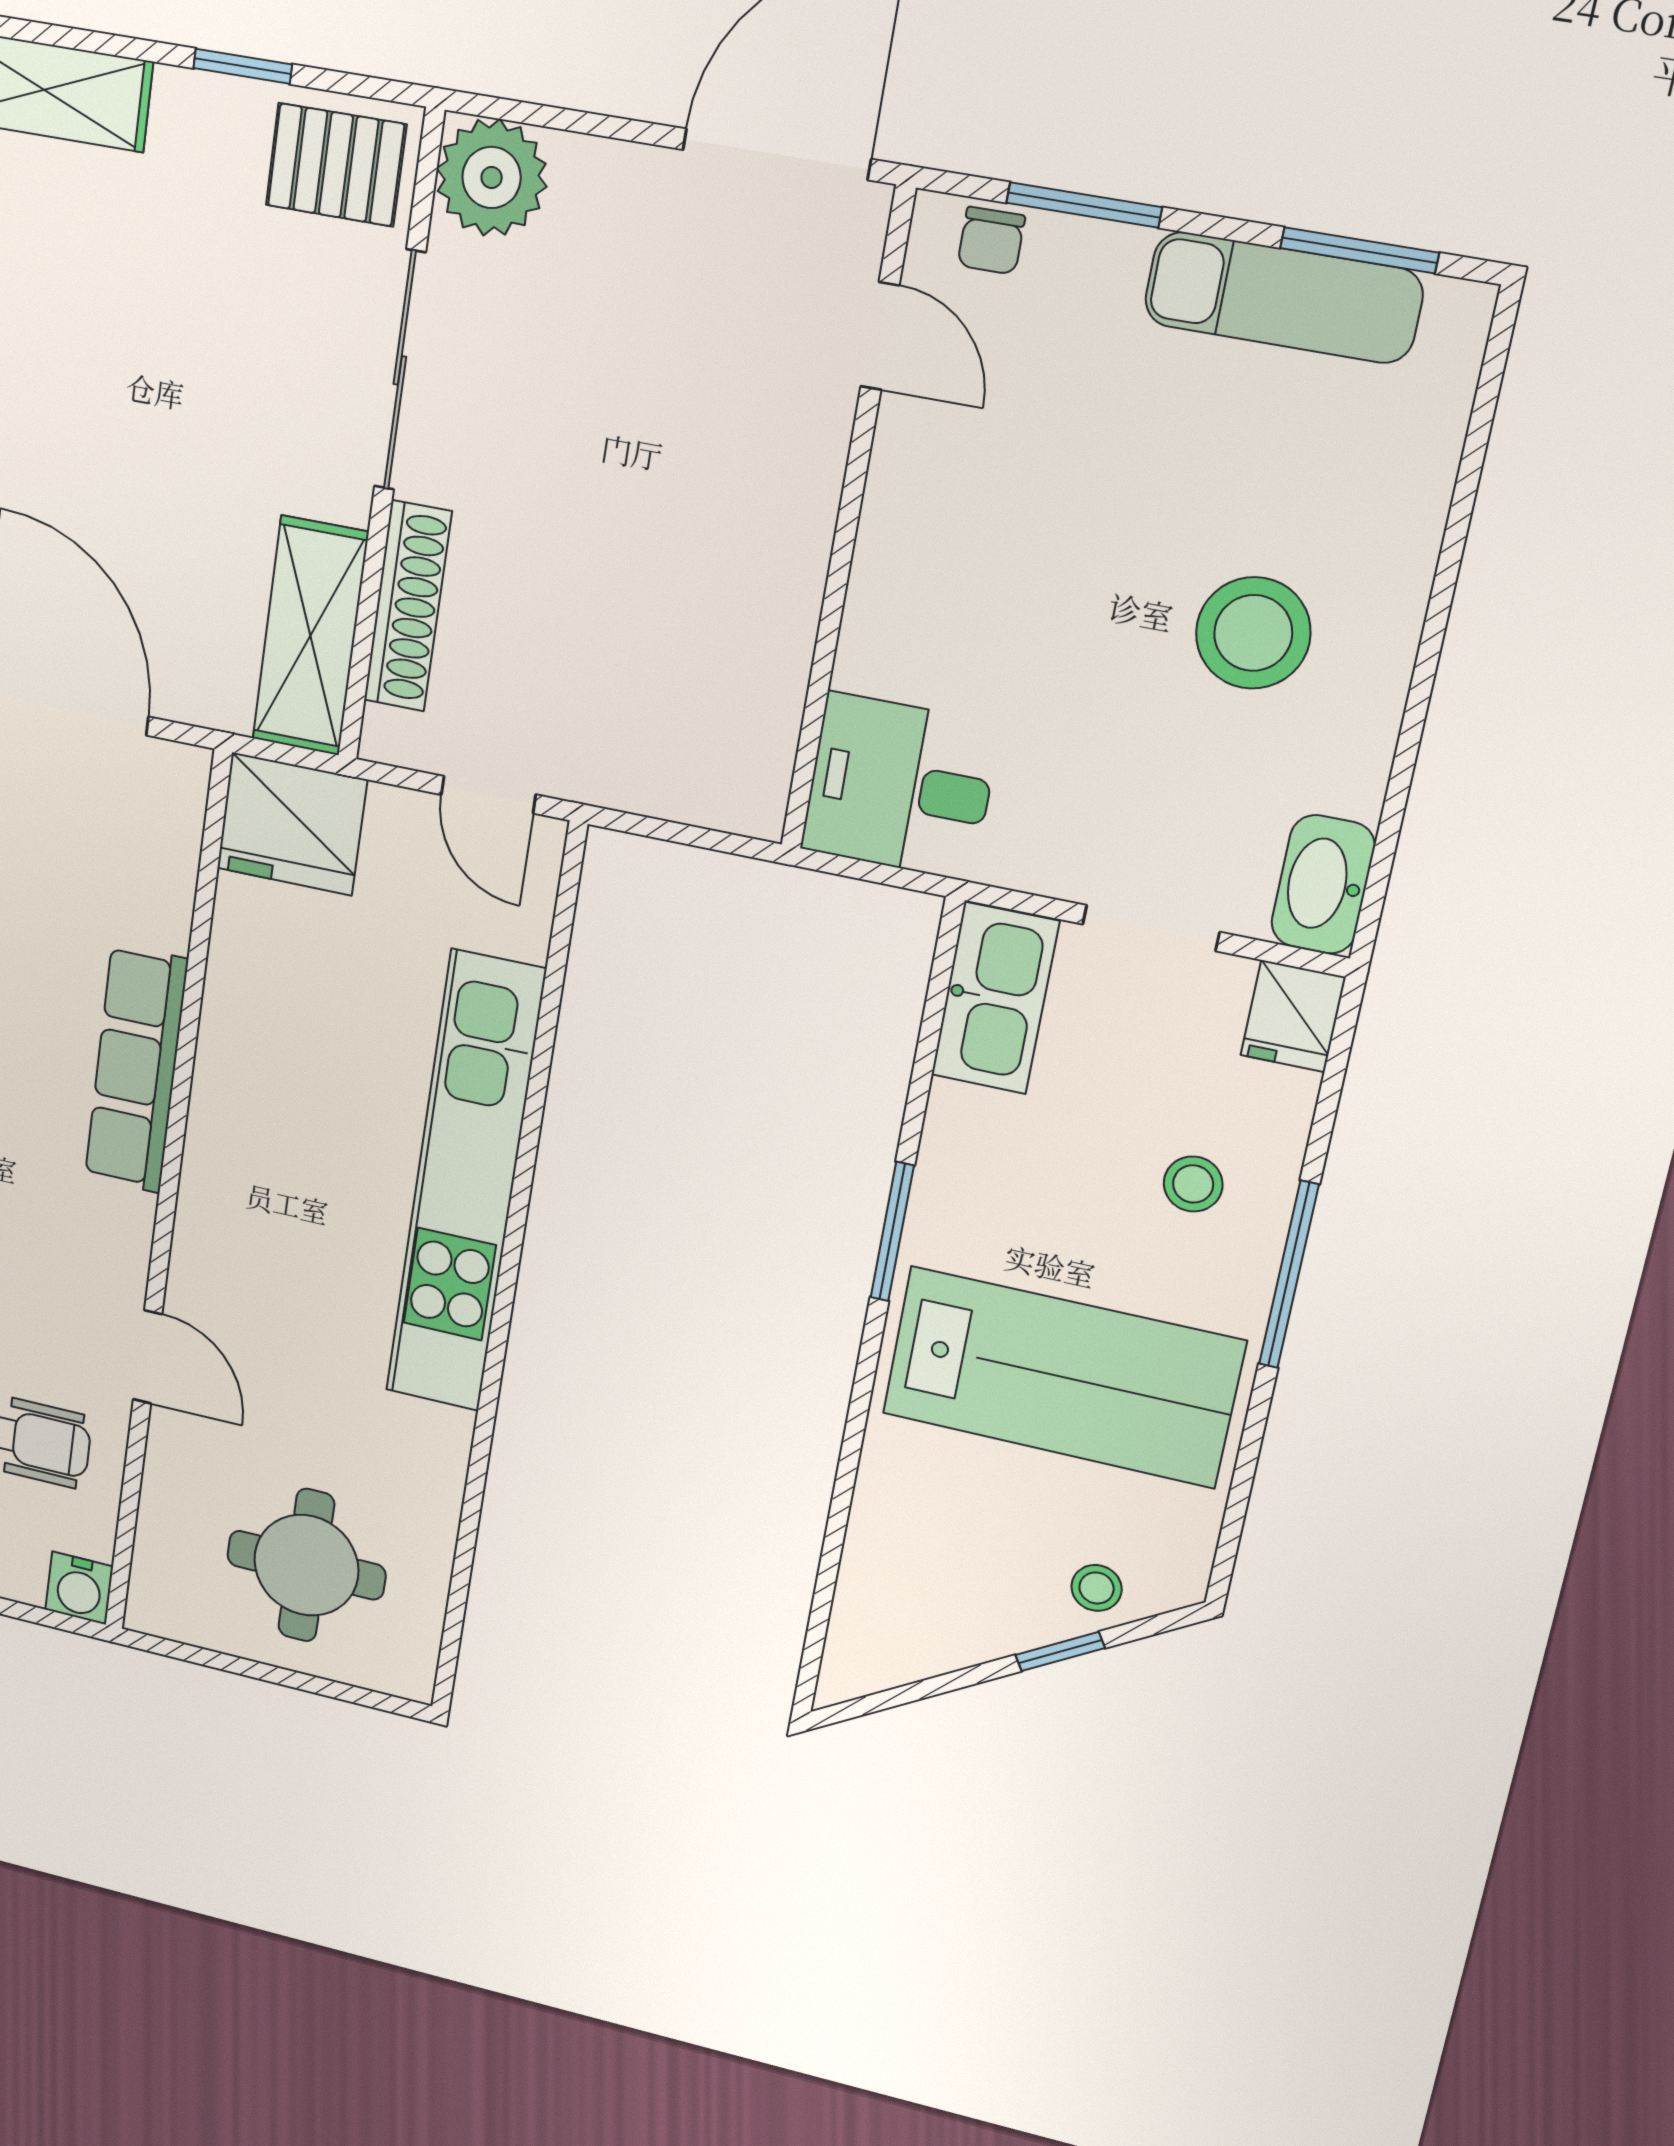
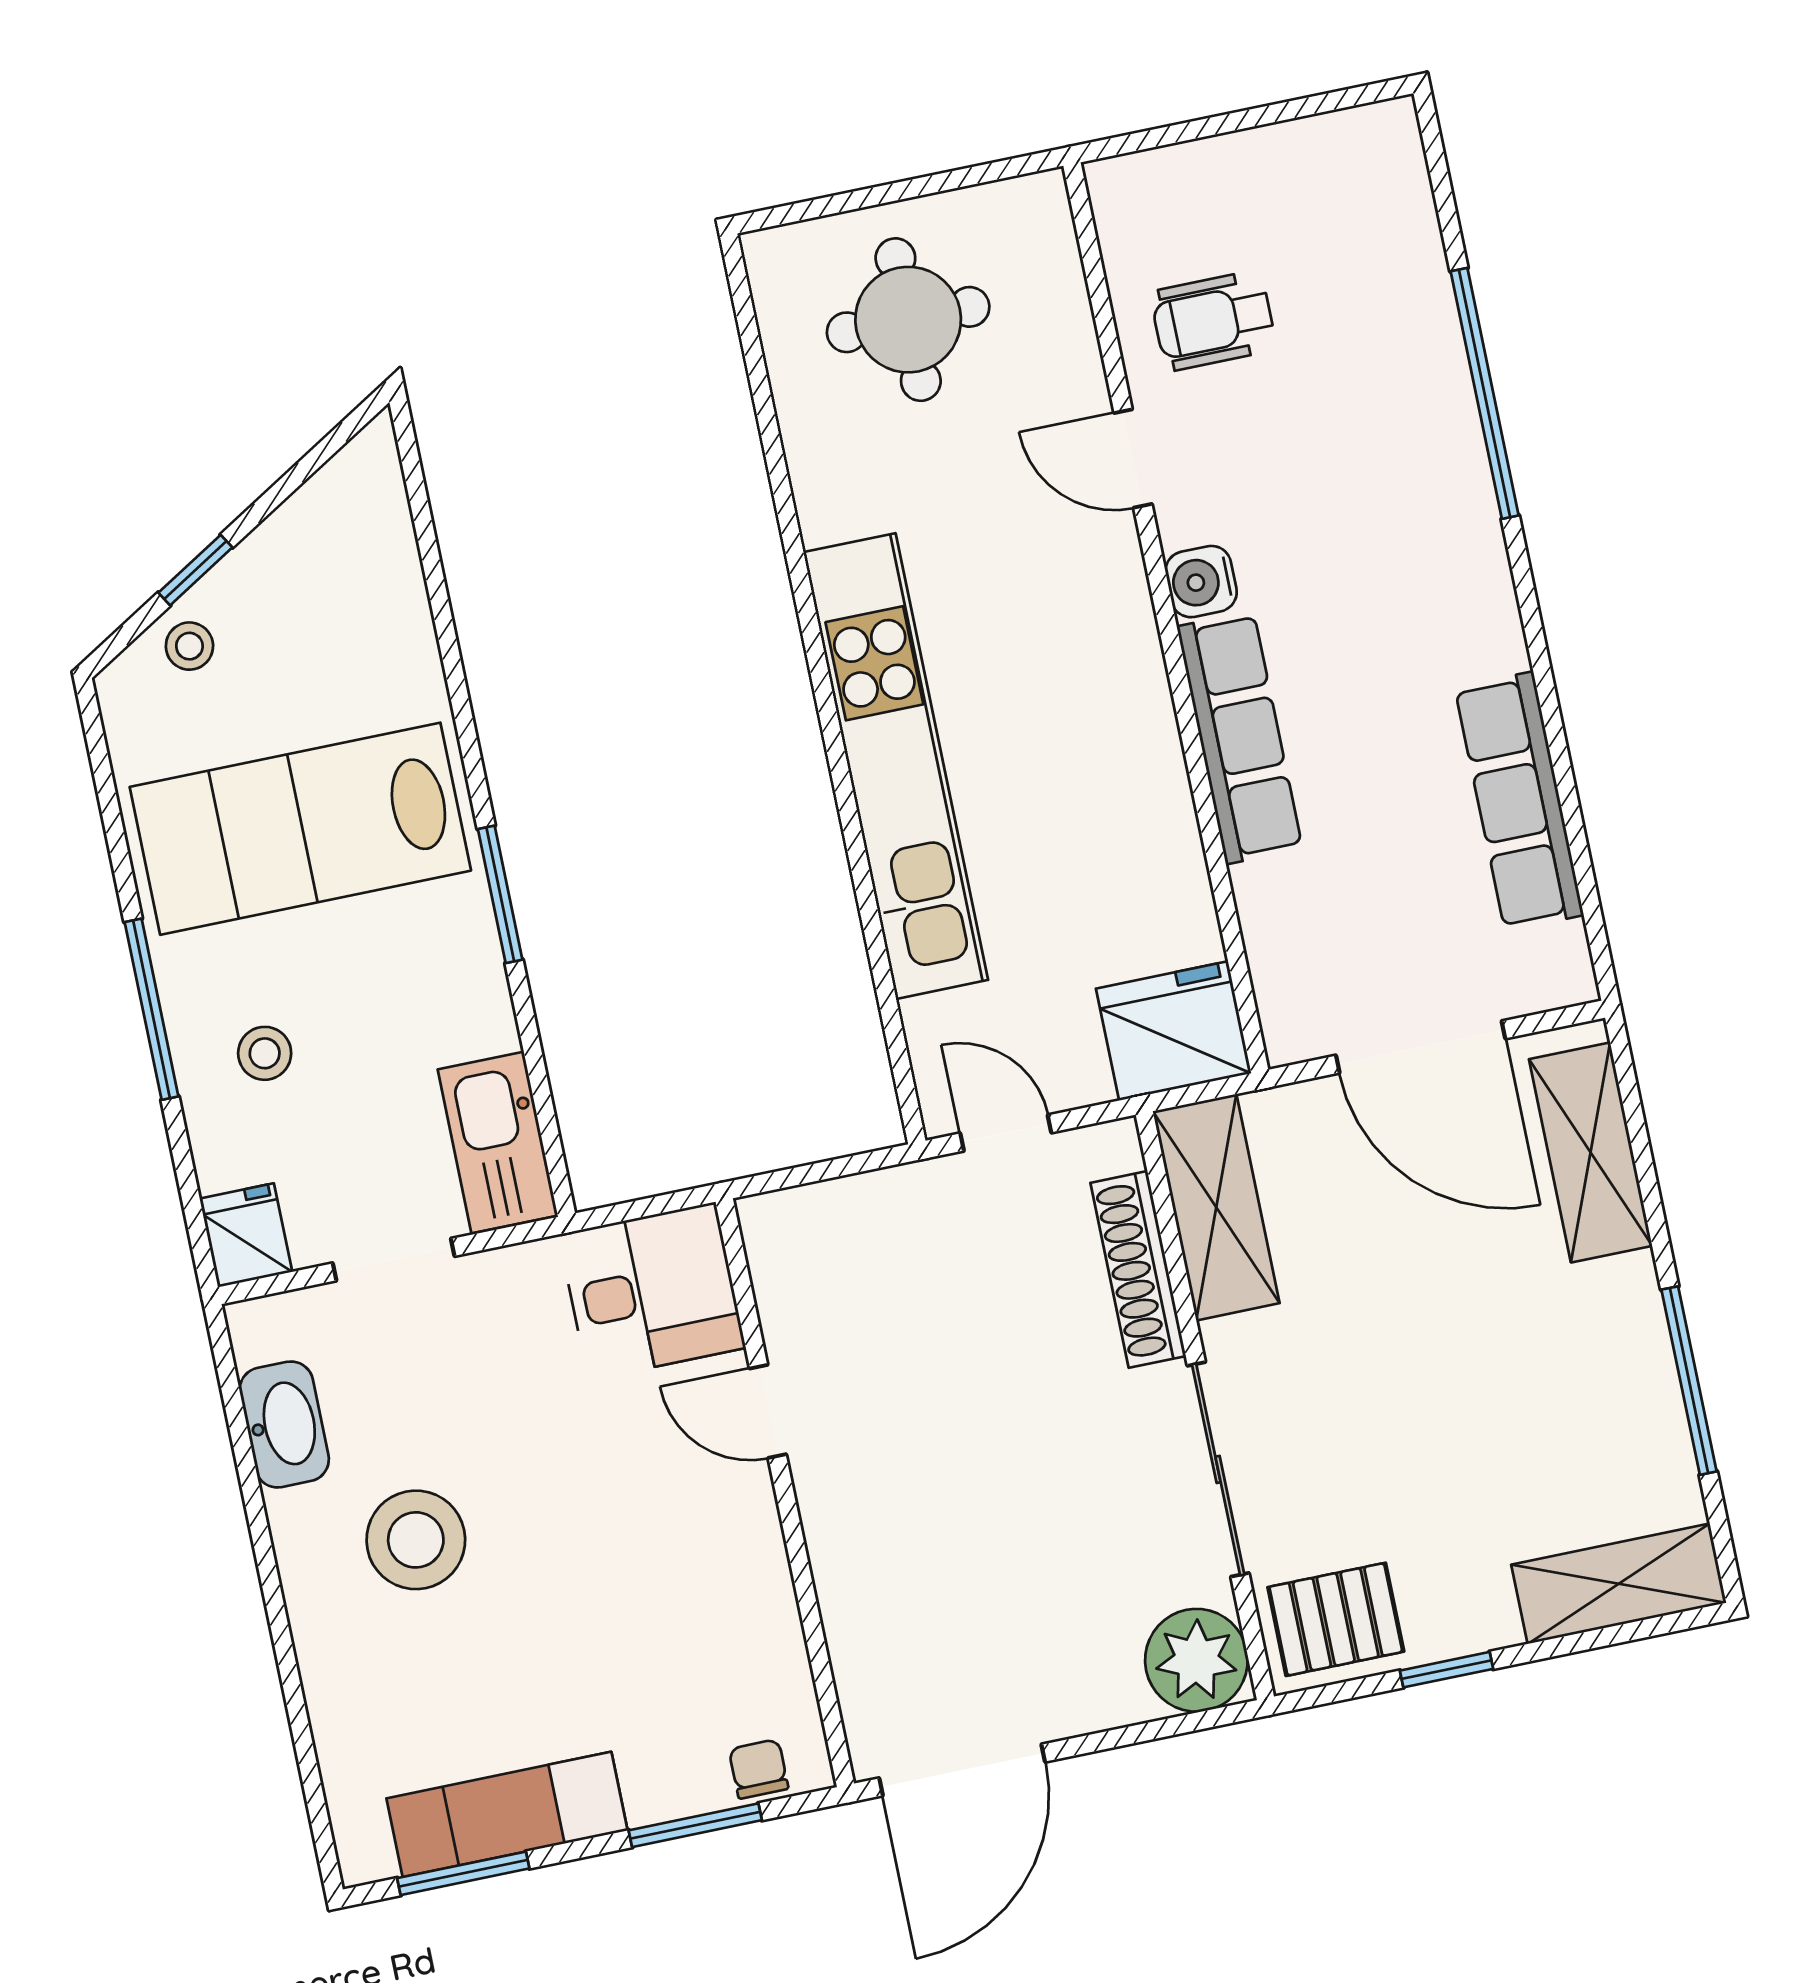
door: (880, 336) -> (768, 1411), moved
washbasin: (1323, 884) -> (284, 1424), moved
water cooler: (79, 1588) -> (1201, 582), moved, turned -90

